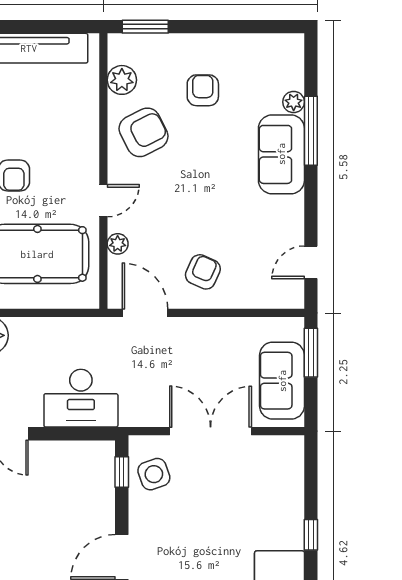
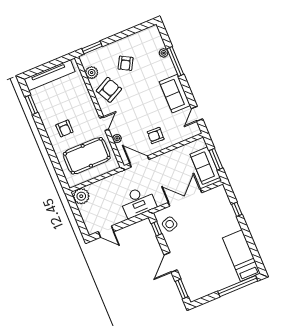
armchair: (203, 90) -> (126, 63), turned -151
sofa: (281, 154) -> (175, 94), moved
armchair: (203, 272) -> (156, 136), turned -112
window: (311, 353) -> (216, 159), moved
desk: (81, 398) -> (138, 202), moved
window: (311, 535) -> (237, 209), moved

